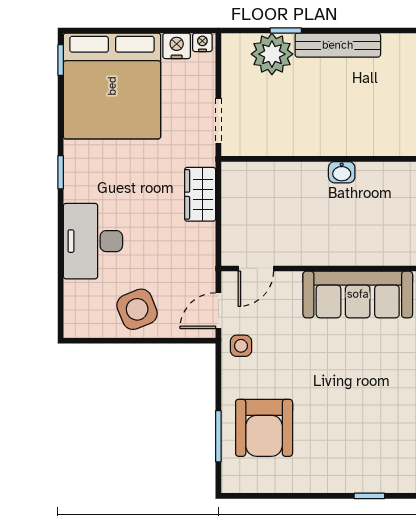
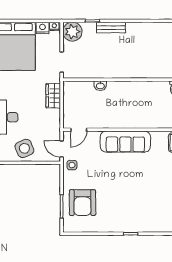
bench: (338, 45) -> (111, 28), width x0.73
plant: (272, 54) -> (72, 32), moved
washbasin: (342, 172) -> (100, 86), moved
door: (218, 311) -> (62, 149), hinge flipped

